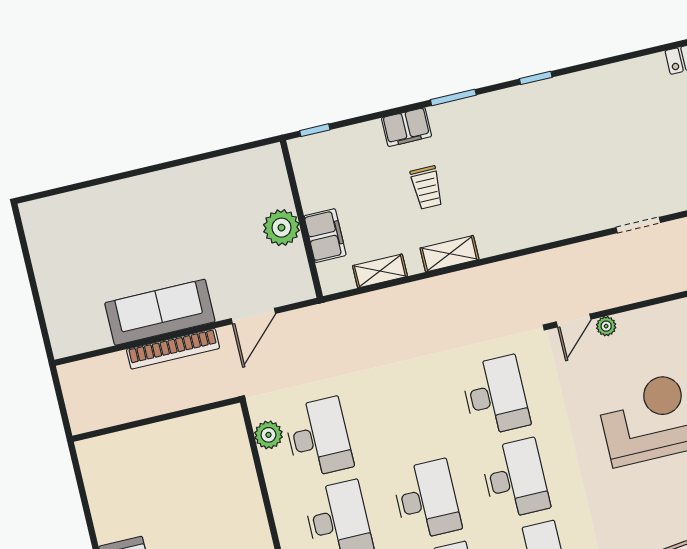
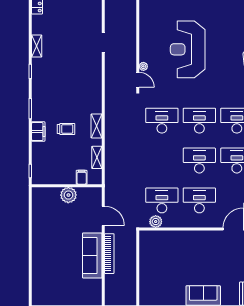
shelving: (595, 79) -> (37, 46), added
filing cabinet: (325, 236) -> (82, 177), width x0.50

